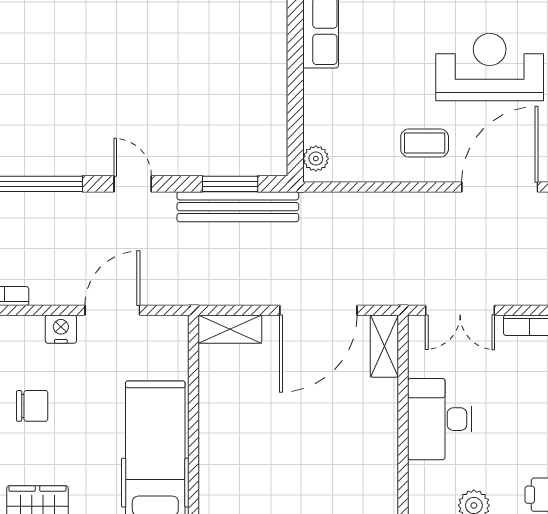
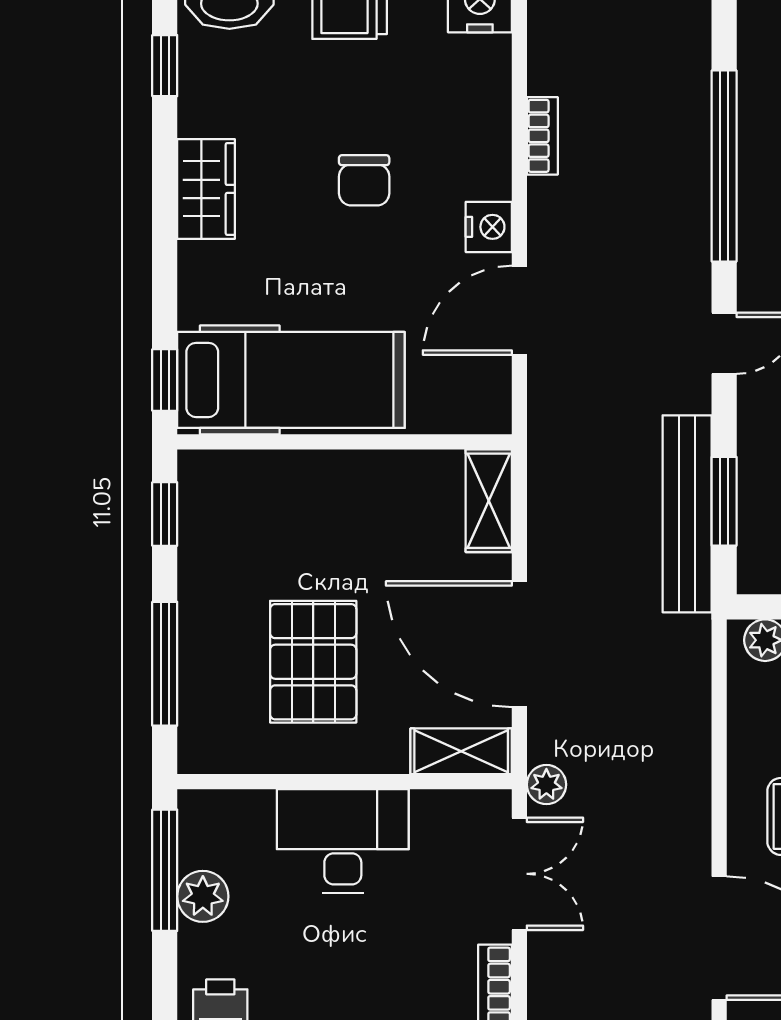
plant: (405, 293) -> (546, 785), added
door: (112, 310) -> (519, 310), swing flipped
double door: (460, 310) -> (519, 874), swing flipped
pallet: (329, 437) -> (313, 662), added

